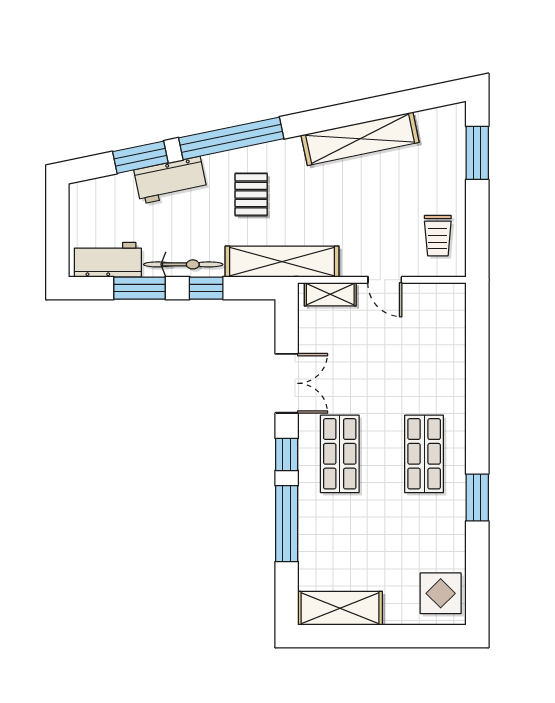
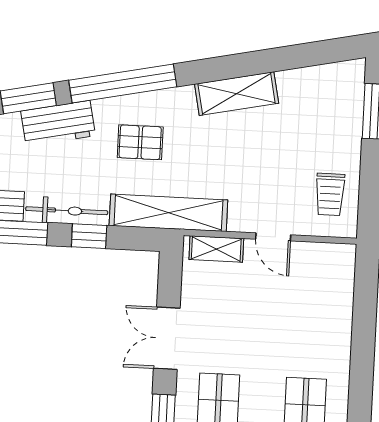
shelving: (360, 139) -> (237, 94), width x0.68
pallet: (251, 194) -> (140, 142), turned 90
double door: (287, 383) -> (167, 338), swing flipped

